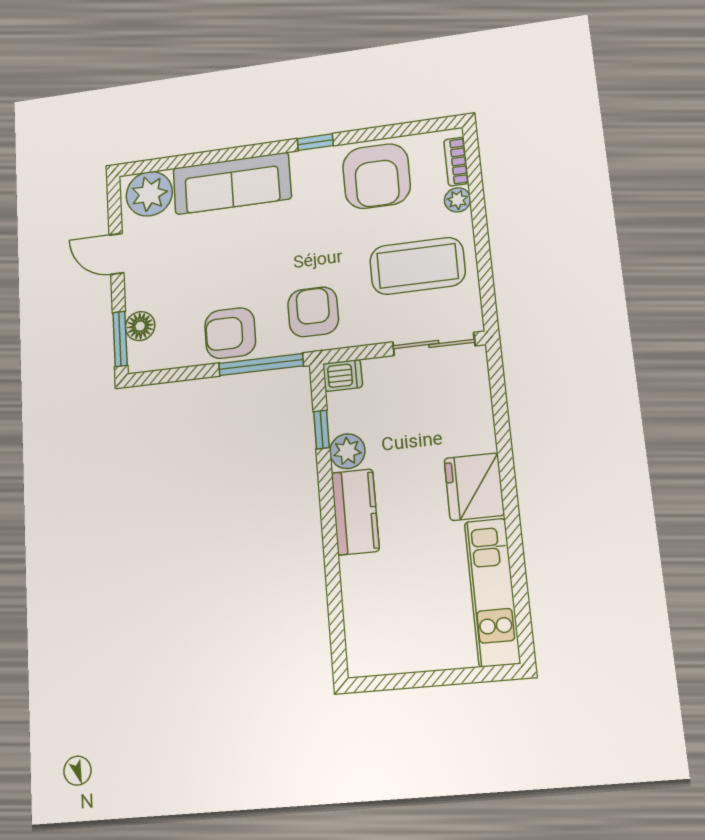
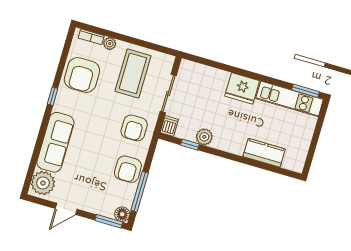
armchair: (377, 176) -> (82, 75), turned 90
armchair: (313, 312) -> (134, 128), turned -90
floor lamp: (140, 326) -> (122, 214), moved
sliding door: (434, 344) -> (168, 94), moved
window: (261, 365) -> (140, 192), moved
kitchen counter: (355, 512) -> (264, 153), moved
window: (523, 619) -> (305, 91), added

